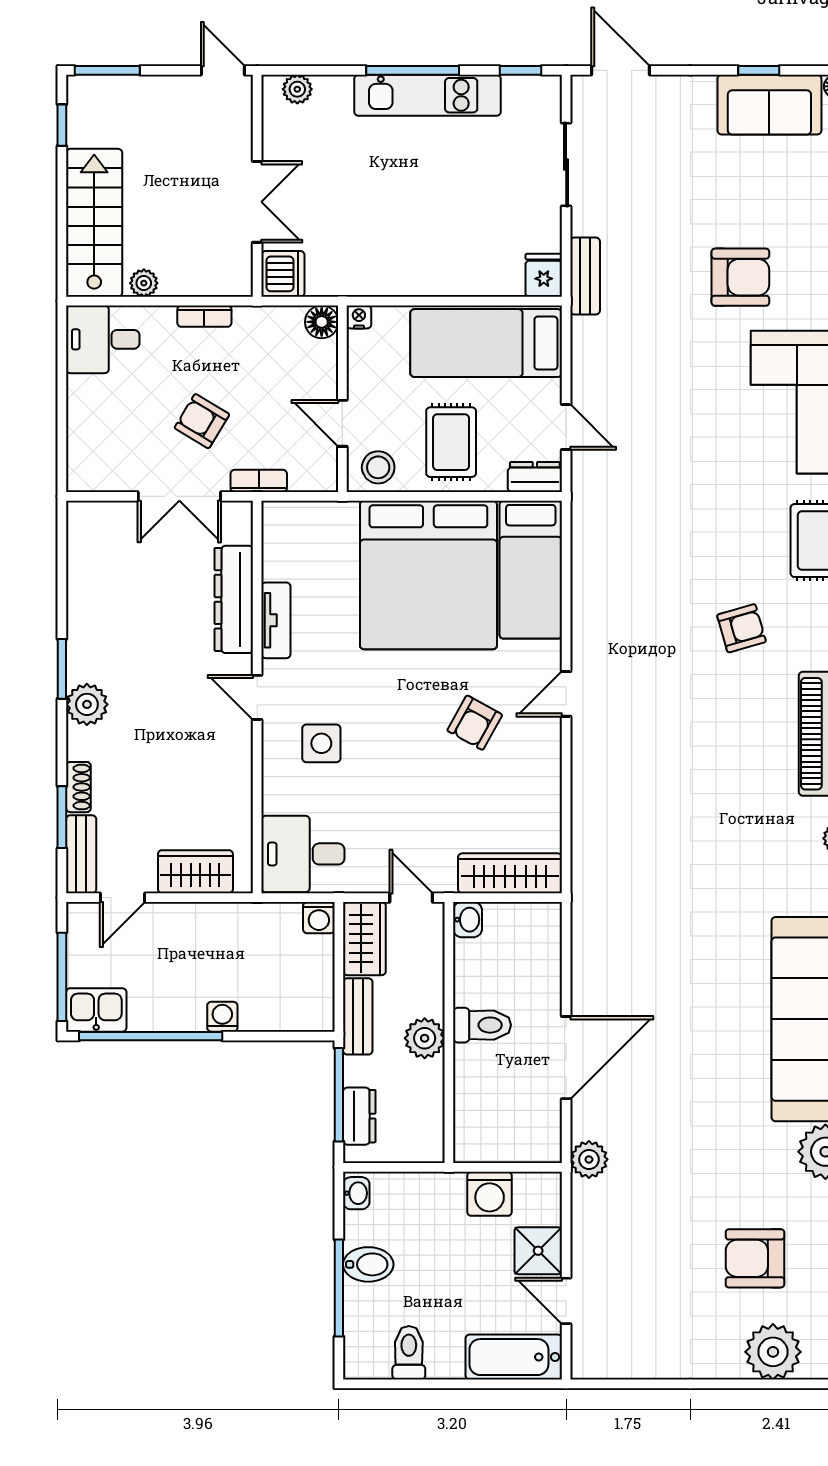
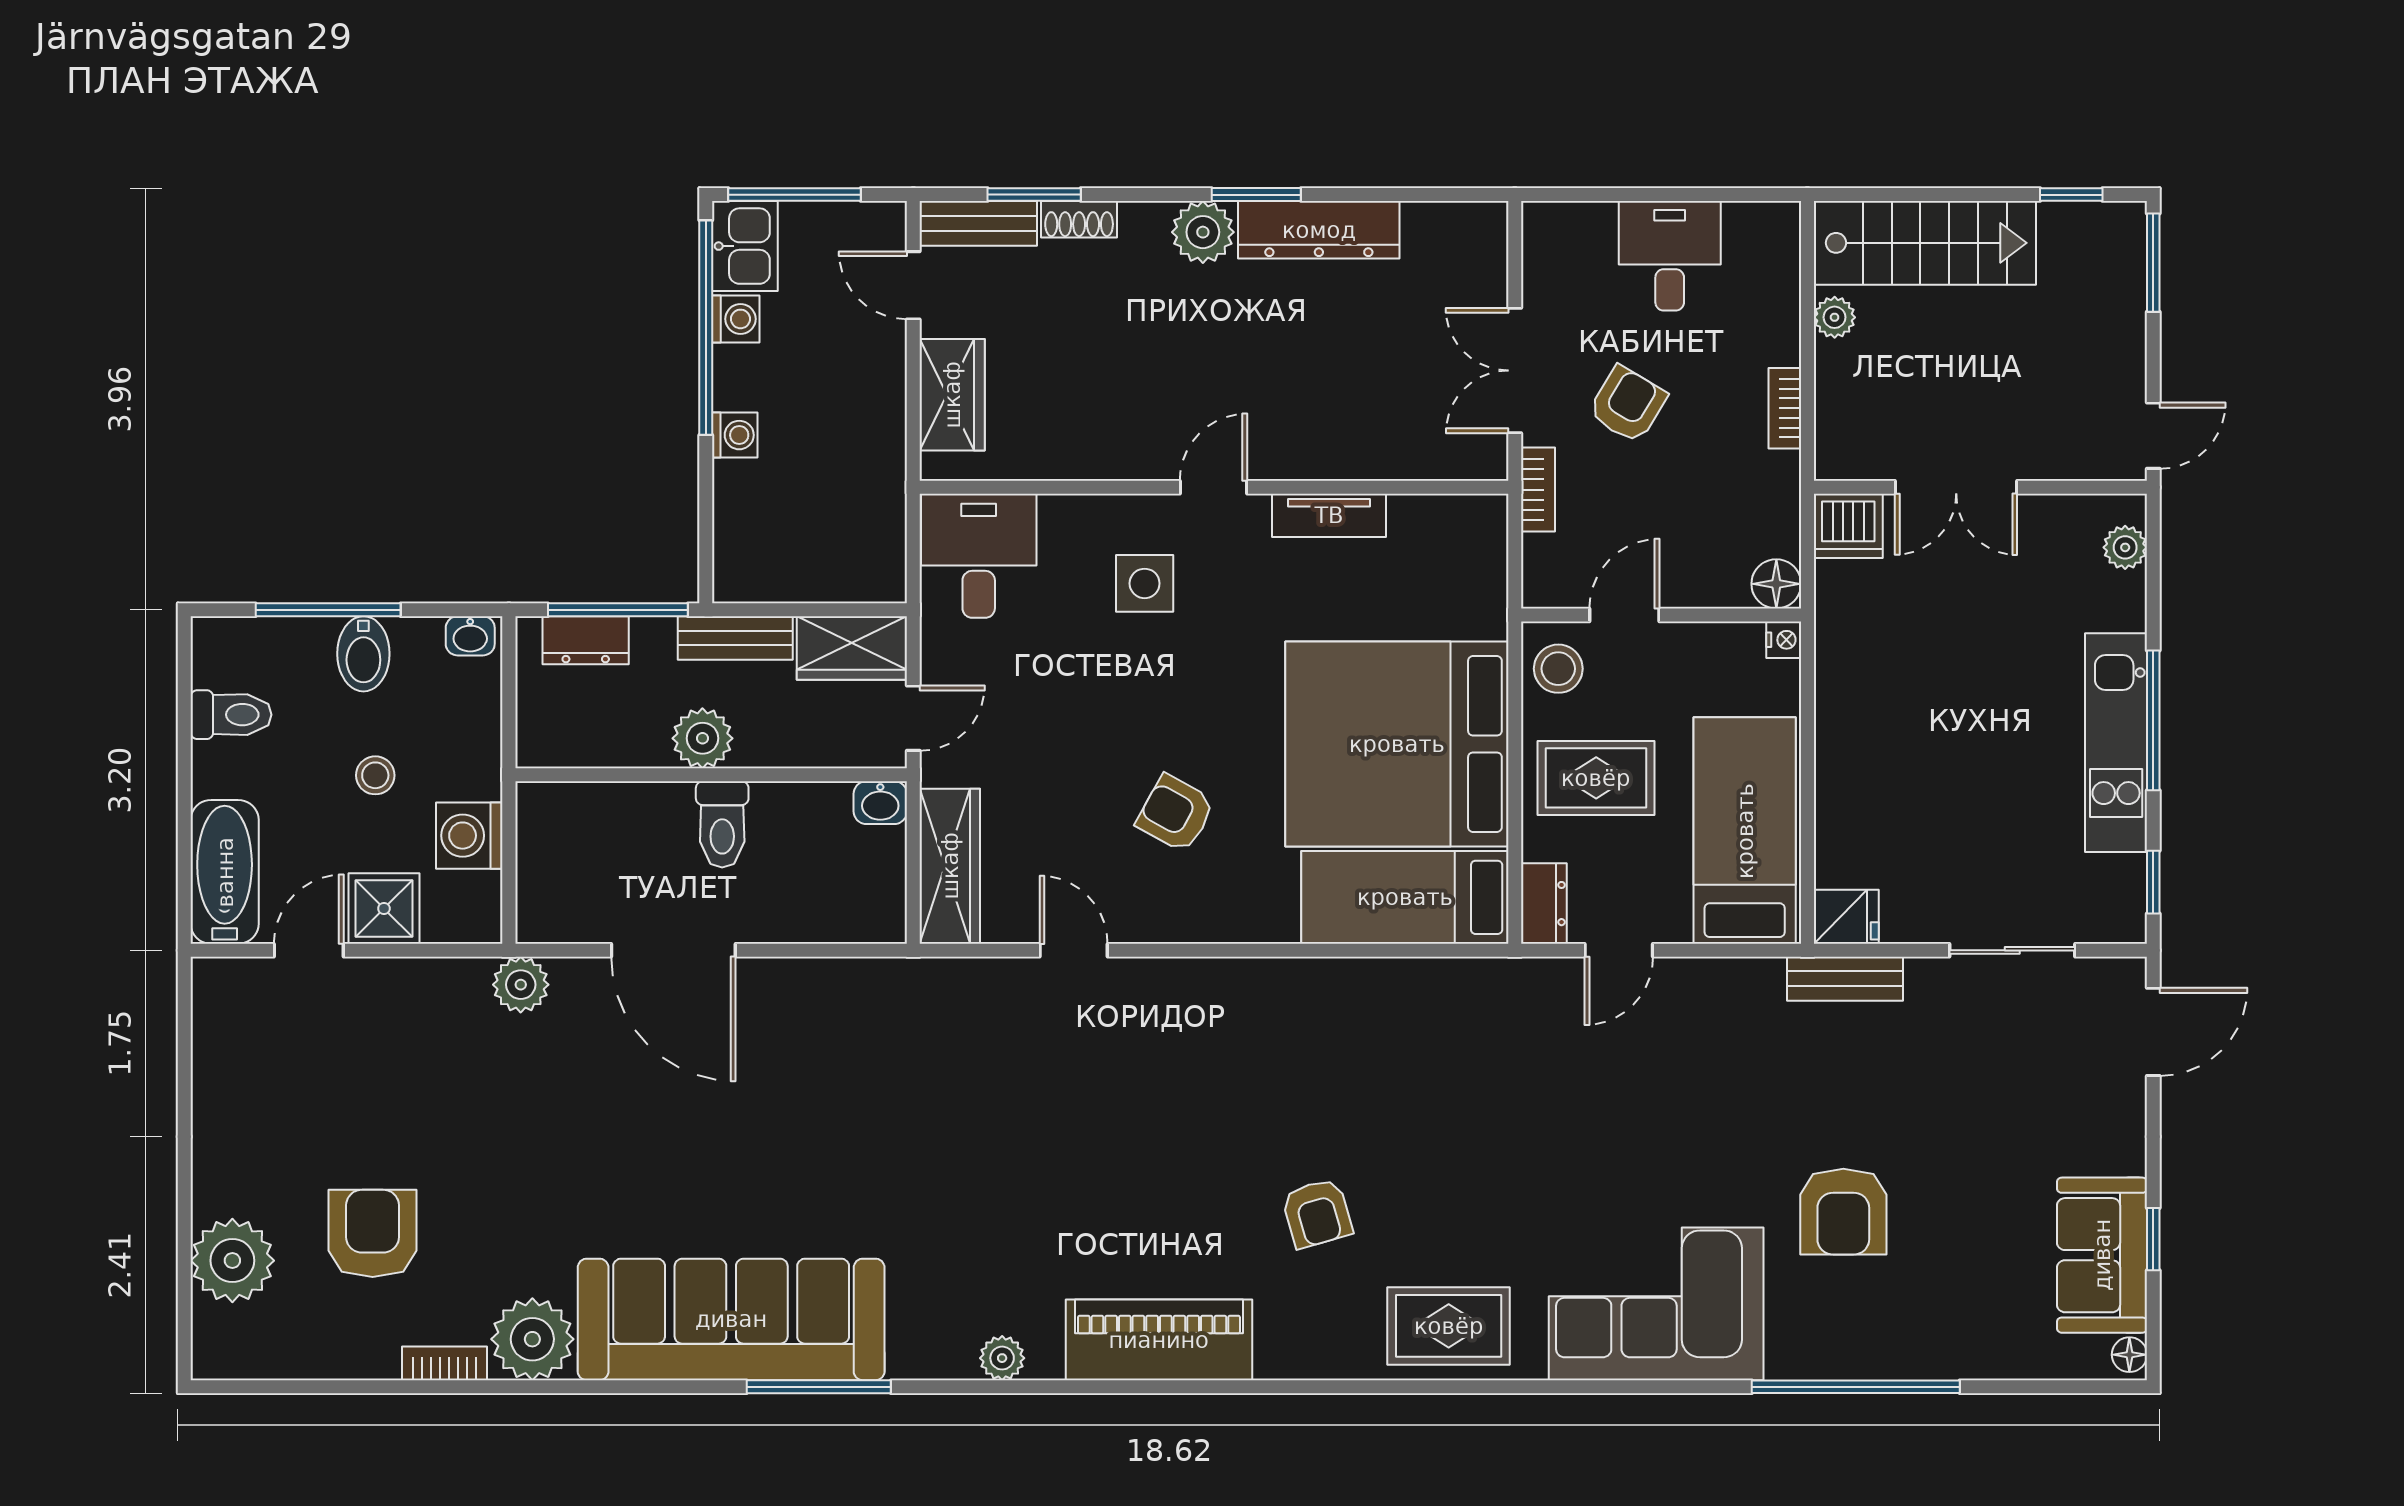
desk: (103, 339) -> (1670, 256), moved
dresser: (234, 599) -> (1319, 230), moved, turned 180
door: (566, 694) -> (1074, 950), moved
washing machine: (319, 918) -> (736, 319), moved, turned 180
stool: (449, 1257) -> (375, 775), added

